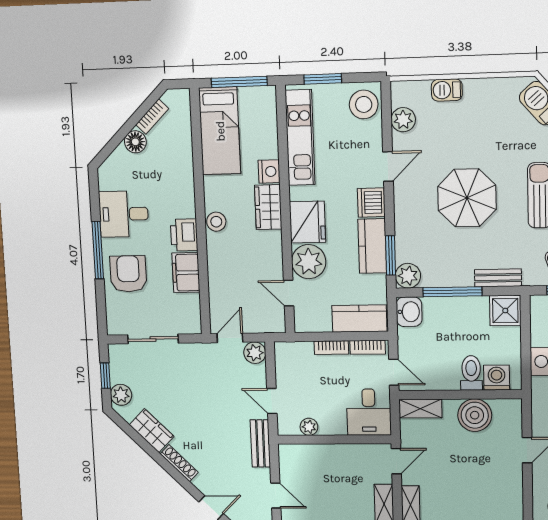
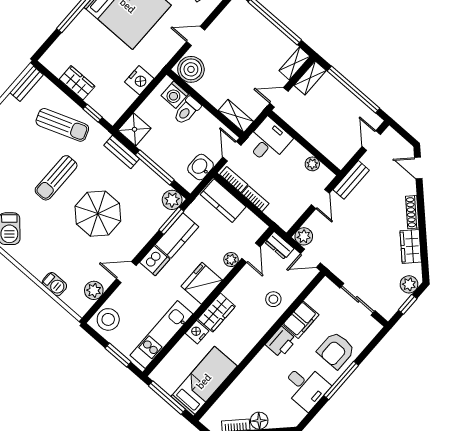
stool: (216, 222) -> (273, 299), moved
plant: (309, 262) -> (231, 260), width x0.53, depth x0.53
washbasin: (409, 312) -> (201, 167), moved
dresser: (269, 324) -> (279, 245), added
boiler: (475, 415) -> (191, 69), moved

